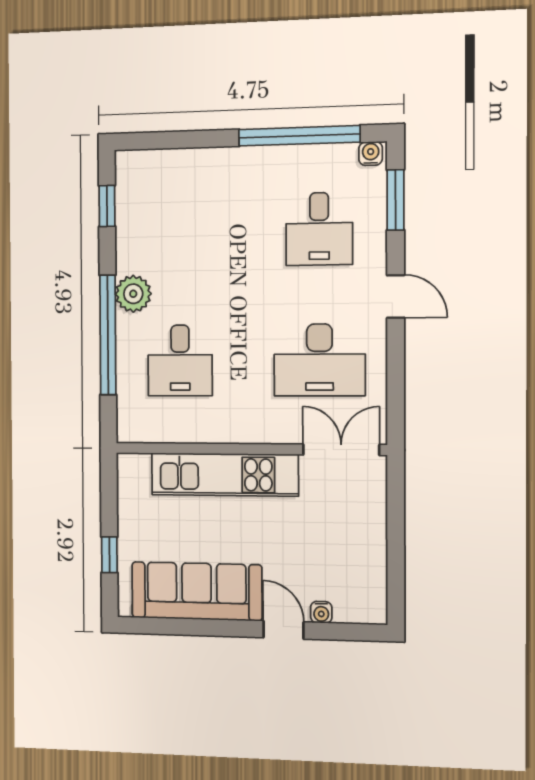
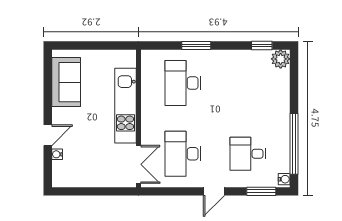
plant: (133, 294) -> (281, 59), moved
window: (108, 335) -> (196, 45), width x0.47
desk: (180, 361) -> (183, 83), width x1.37
window: (109, 555) -> (84, 45), removed
sofa: (197, 591) -> (66, 82), width x0.73

